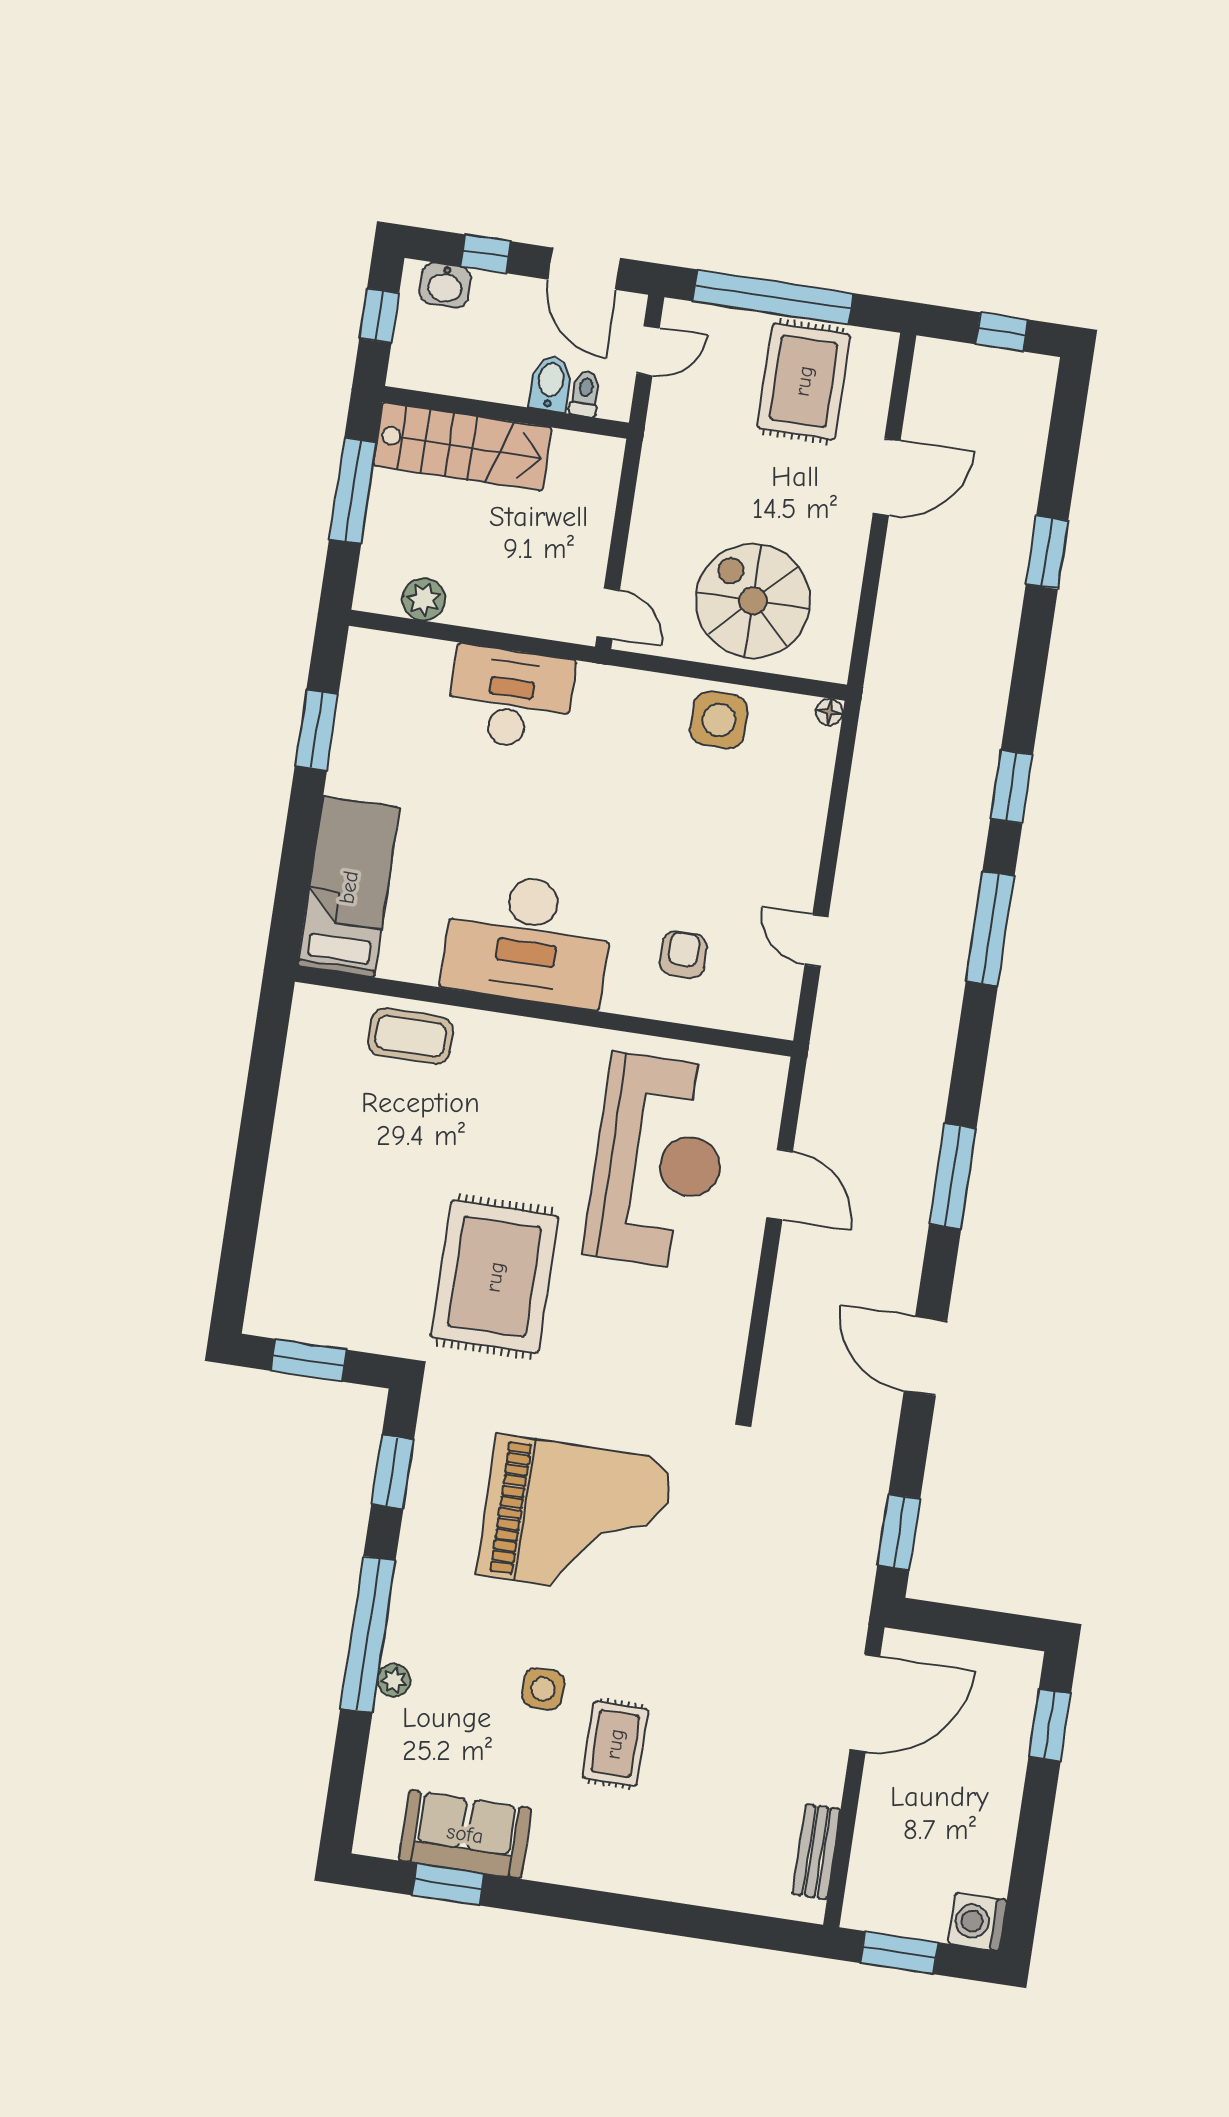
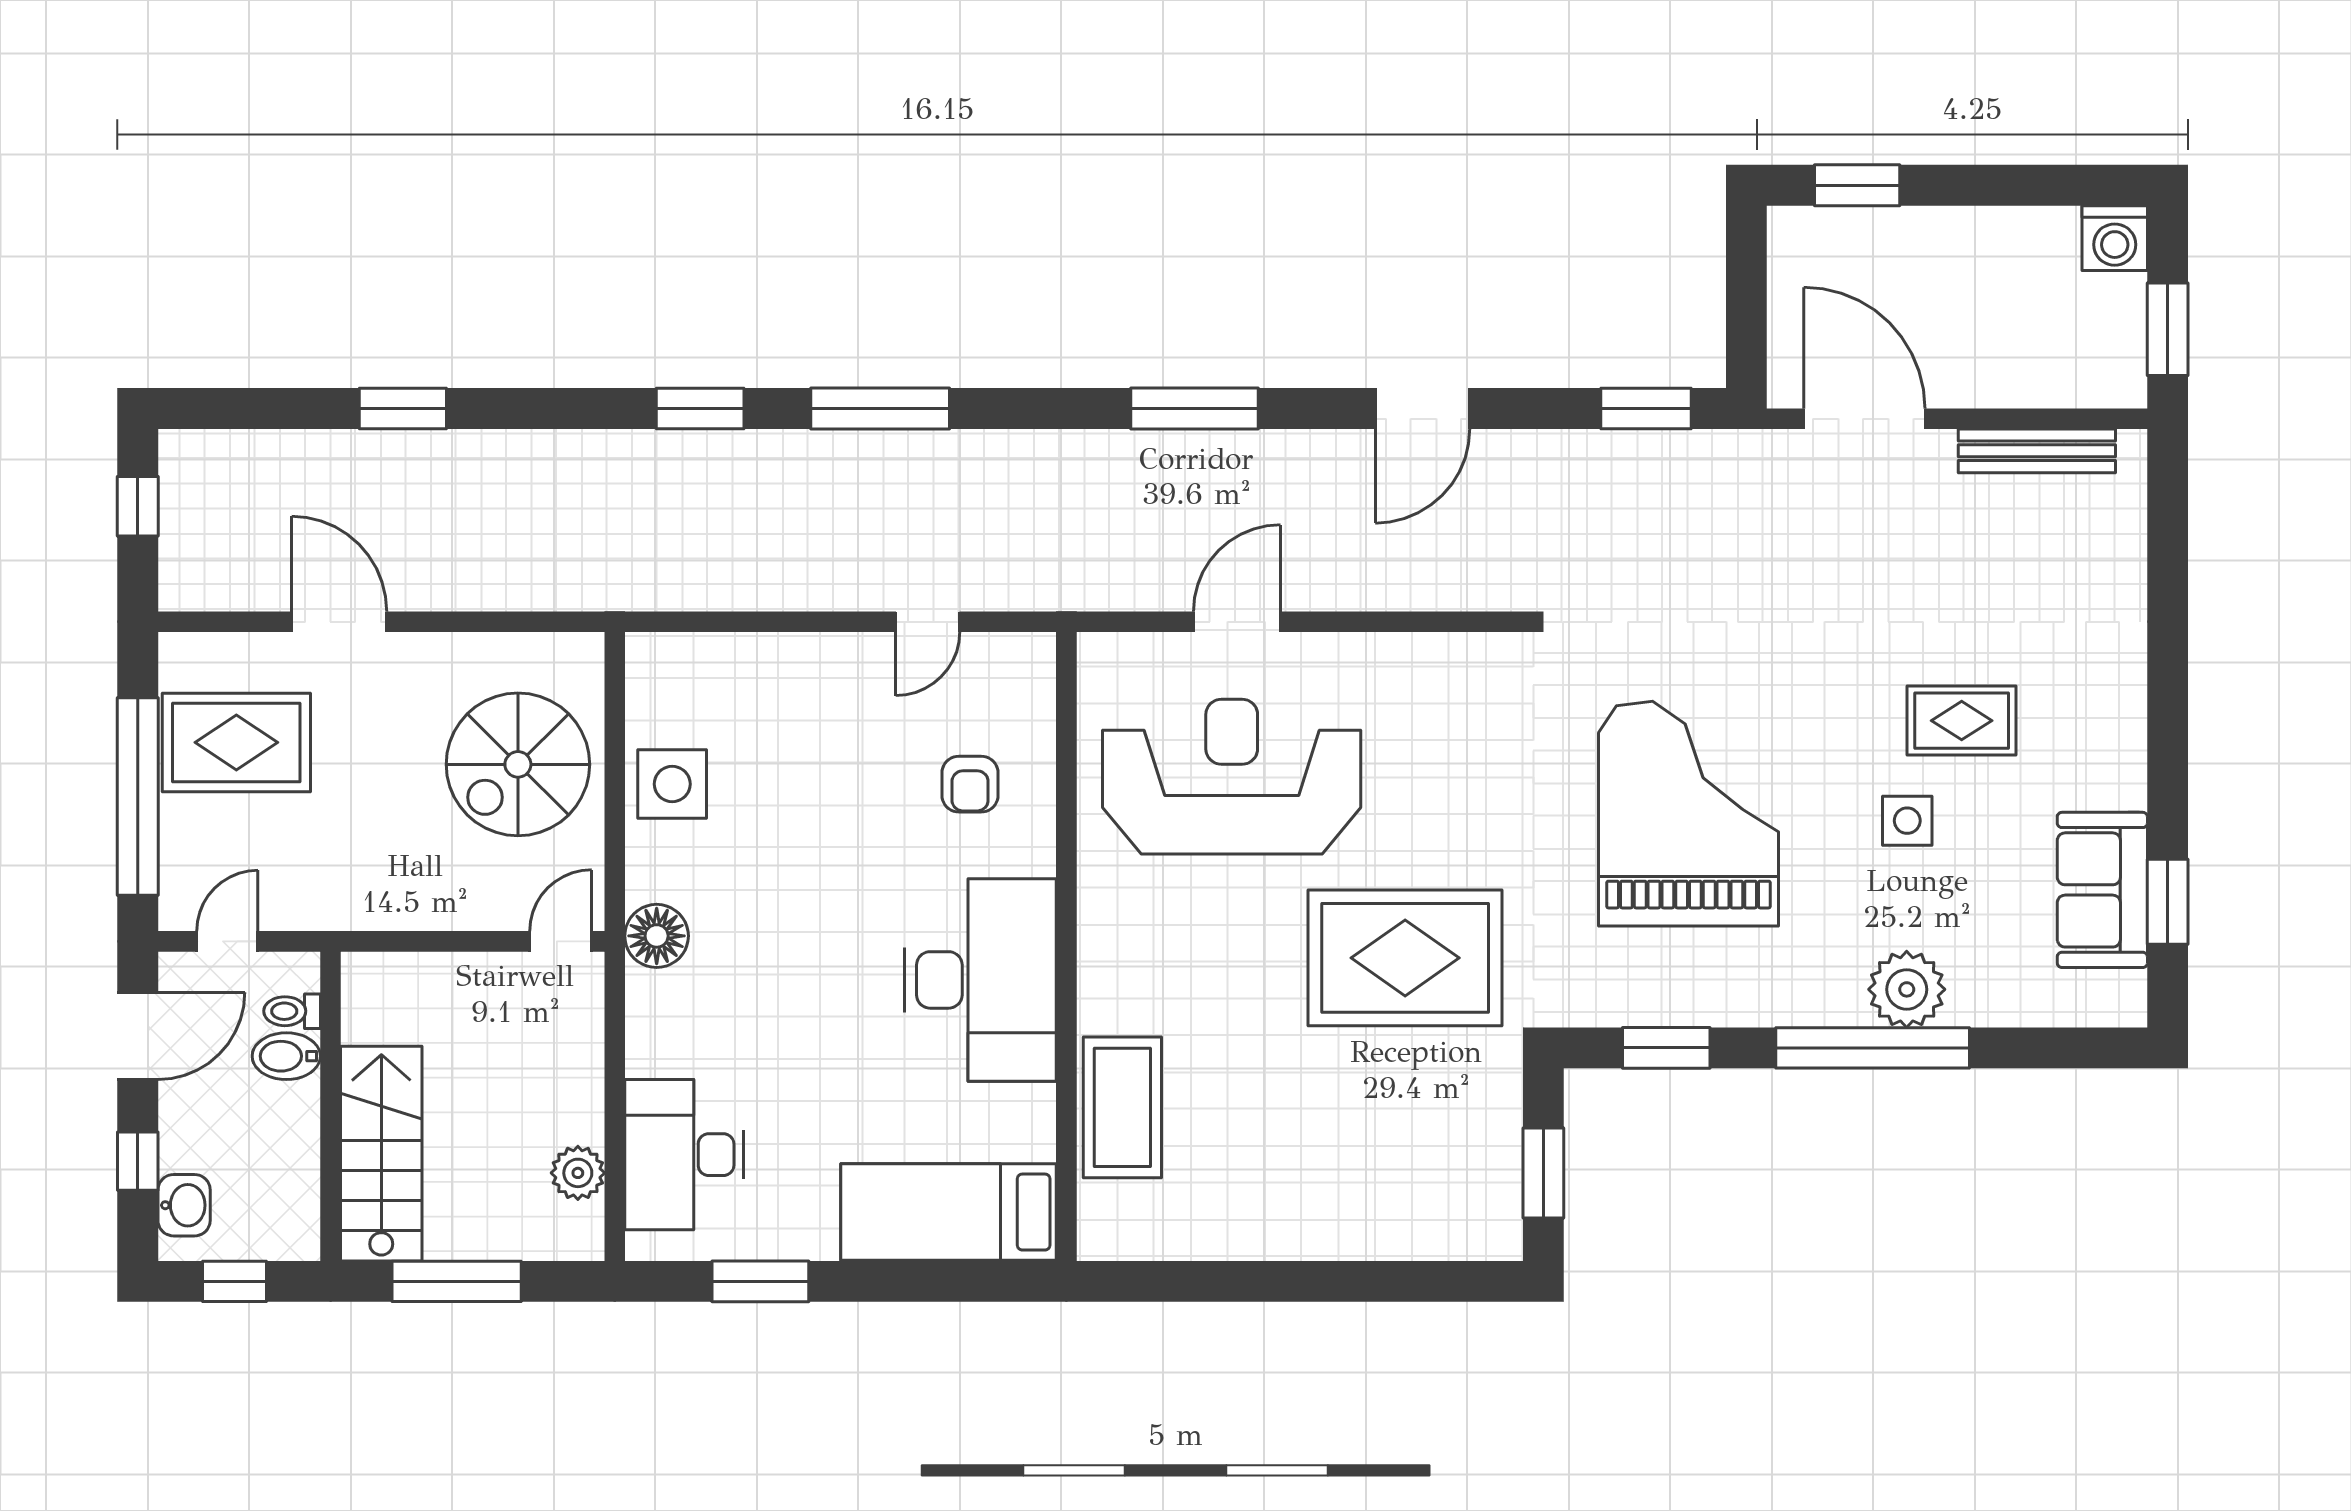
door: (648, 351) -> (227, 941), hinge flipped
desk: (510, 698) -> (684, 1155), moved
floor lamp: (829, 712) -> (657, 936), moved, width x1.89, depth x1.89
armchair: (683, 955) -> (970, 784), turned -90
coffee table: (411, 1036) -> (1122, 1107), width x1.36, depth x1.32
plant: (394, 1680) -> (1907, 989), width x1.88, depth x1.88
bench: (816, 1852) -> (2037, 451), width x1.36

